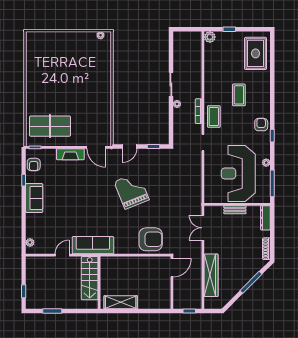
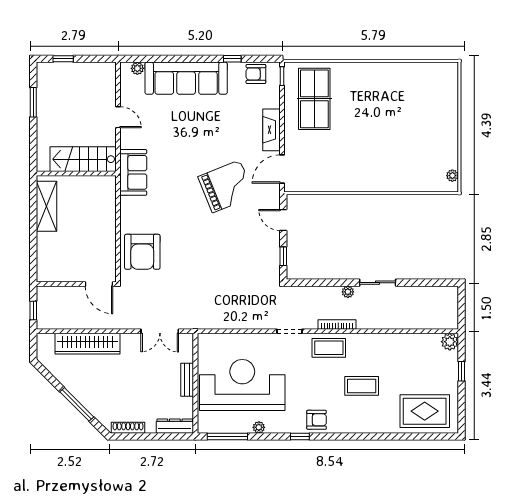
grand piano: (132, 191) -> (226, 186), moved
sofa: (34, 198) -> (186, 78), width x1.85, depth x1.27
double door: (203, 228) -> (160, 331), swing flipped
sofa: (93, 245) -> (133, 172), width x0.73

